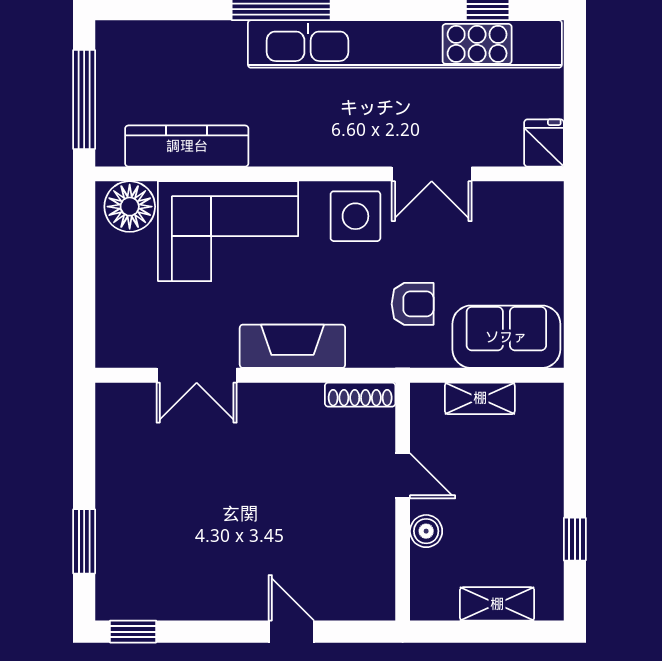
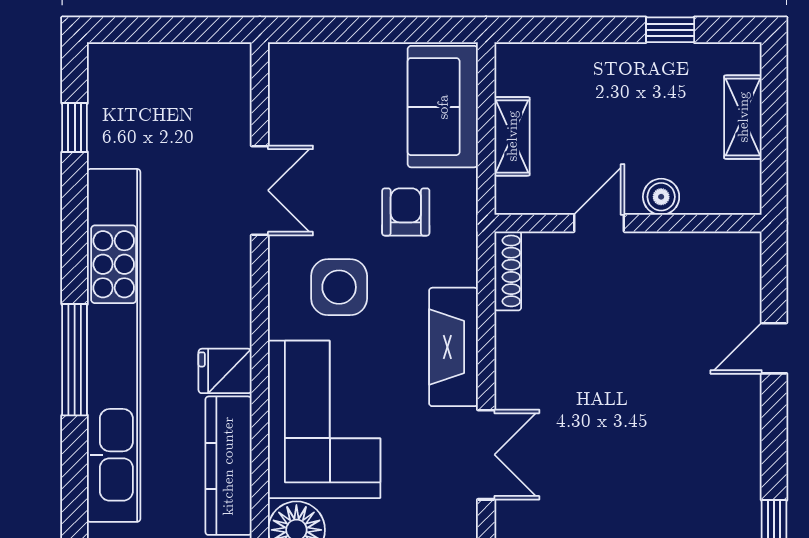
kitchen unit: (405, 44) -> (114, 345), moved
fridge: (544, 143) -> (225, 371), moved
side table: (355, 216) -> (339, 287), moved

